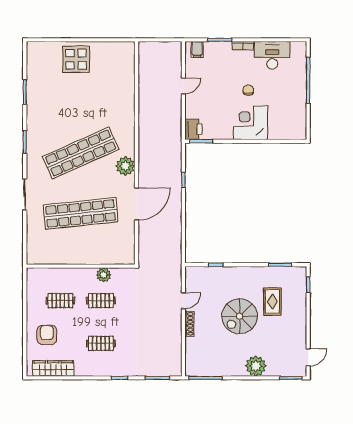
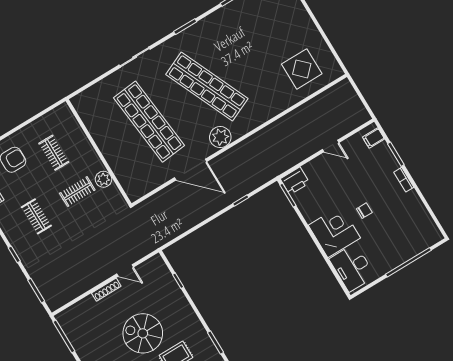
desk: (272, 55) -> (352, 268), moved, turned 180
display table: (76, 59) -> (302, 69), moved
clothes rail: (101, 301) -> (77, 192), turned 90

